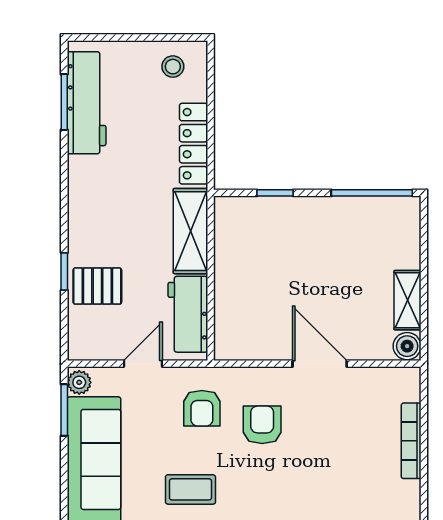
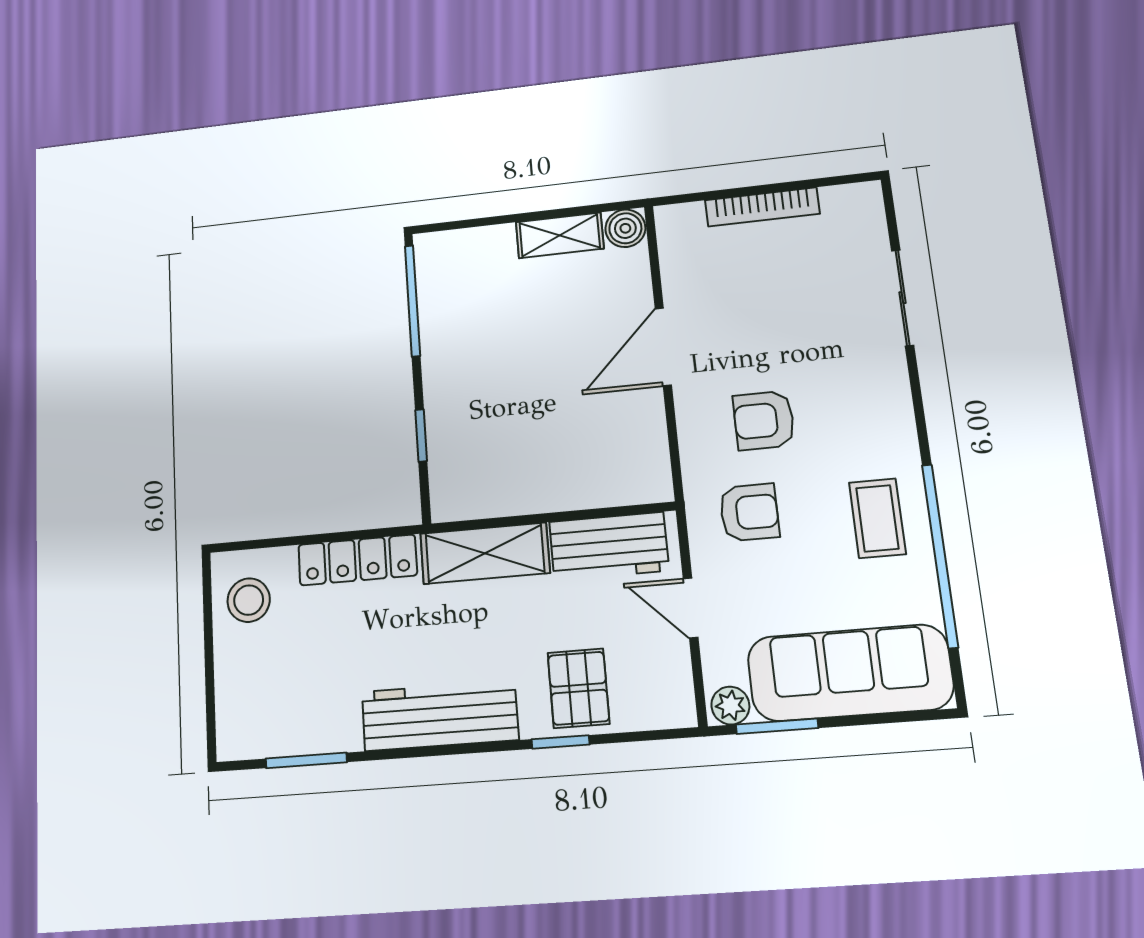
stool: (173, 67) -> (249, 600), width x1.37, depth x1.37
workbench: (87, 103) -> (440, 716), moved

